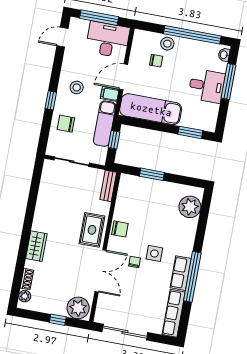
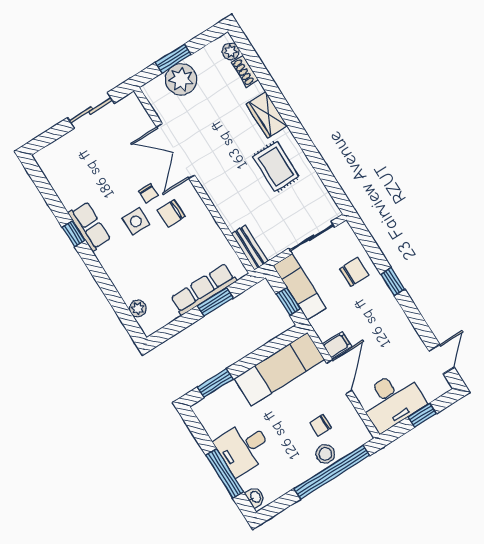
window: (99, 18) -> (422, 415), width x0.46
window: (192, 35) -> (332, 472), moved
stool: (77, 87) -> (378, 320), removed
exam couch: (105, 124) -> (300, 287), moved
plant: (190, 207) -> (138, 309), width x0.53, depth x0.53
chair: (120, 229) -> (171, 213), moved
rug: (92, 230) -> (276, 167), moved
window: (192, 277) -> (74, 234), width x0.32
plant: (78, 308) -> (181, 79), moved
row of seats: (174, 313) -> (204, 289), moved, turned -90
window: (58, 320) -> (173, 59), width x1.50
sliding door: (125, 332) -> (91, 110), width x0.73

